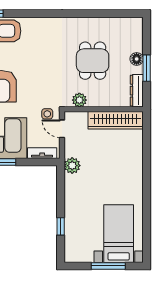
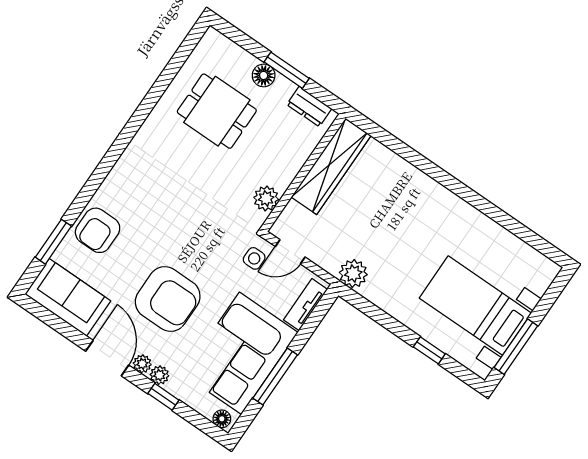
dining table: (93, 61) -> (217, 111), moved
dresser: (137, 91) -> (309, 107), width x0.70
bed with nightstands: (119, 234) -> (475, 306), moved
window: (108, 266) -> (516, 347), moved

